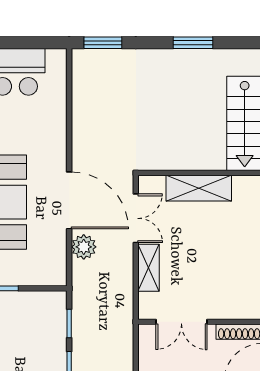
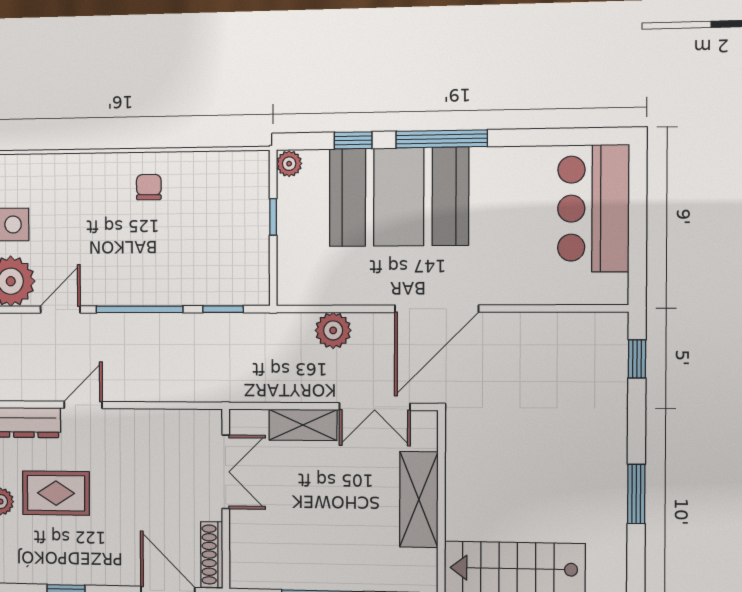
window: (103, 43) -> (637, 359), width x0.67
door: (69, 200) -> (437, 309), moved
double door: (181, 322) -> (226, 472), swing flipped

